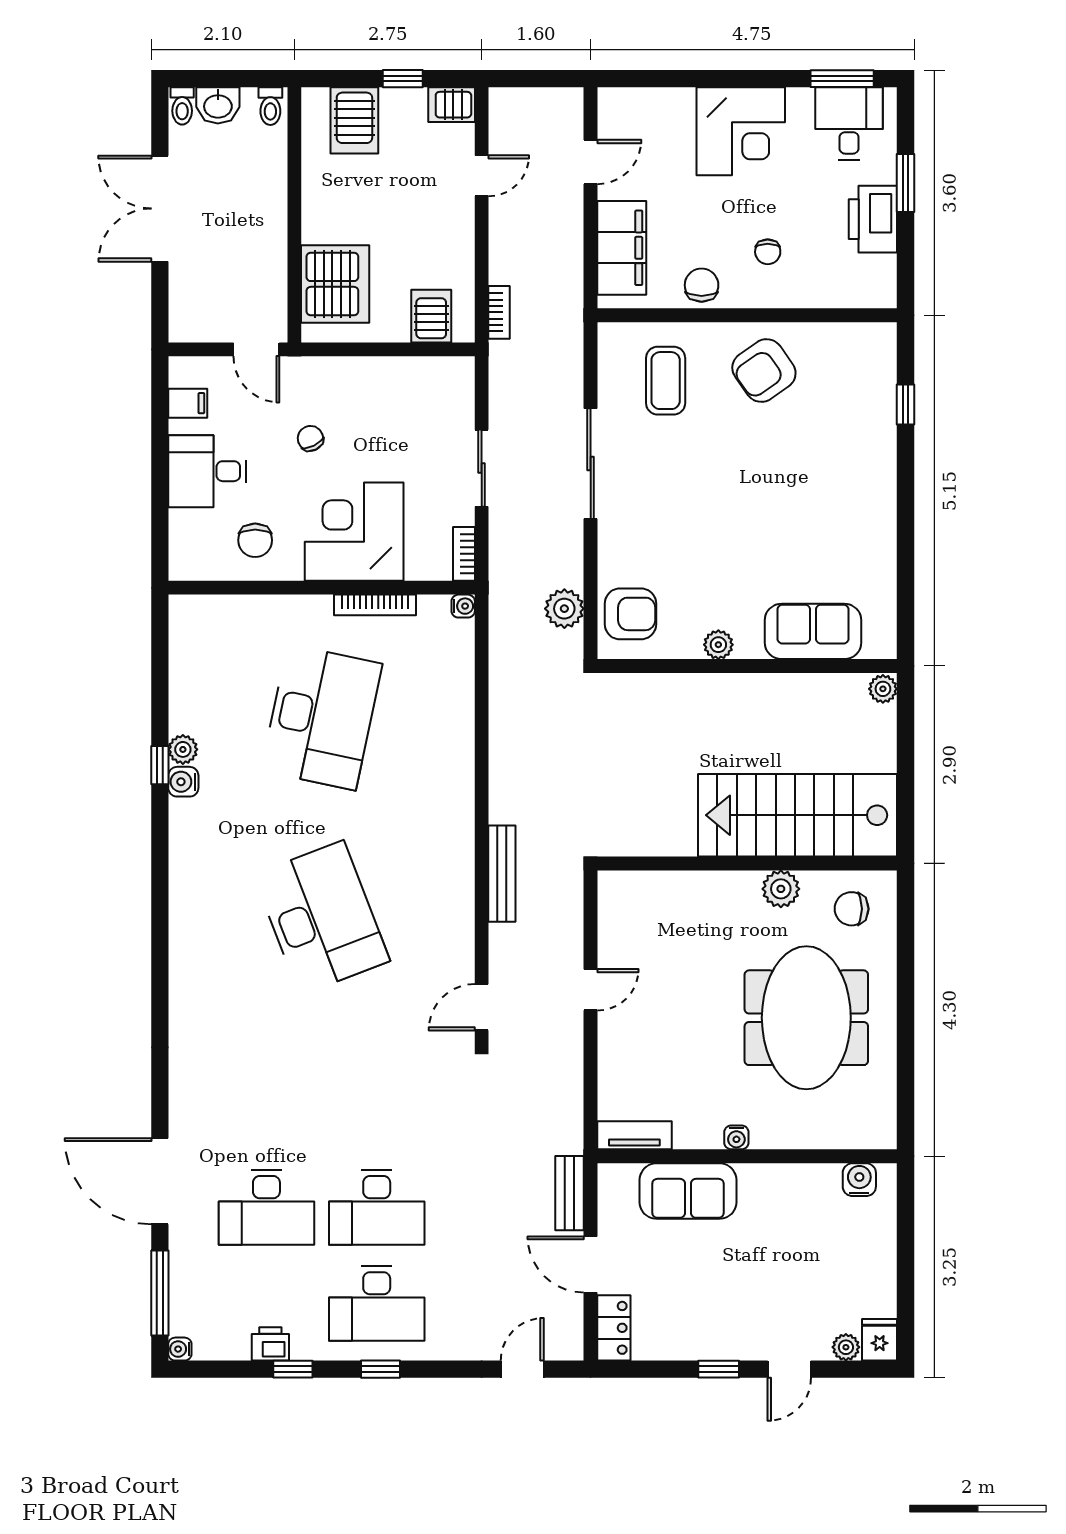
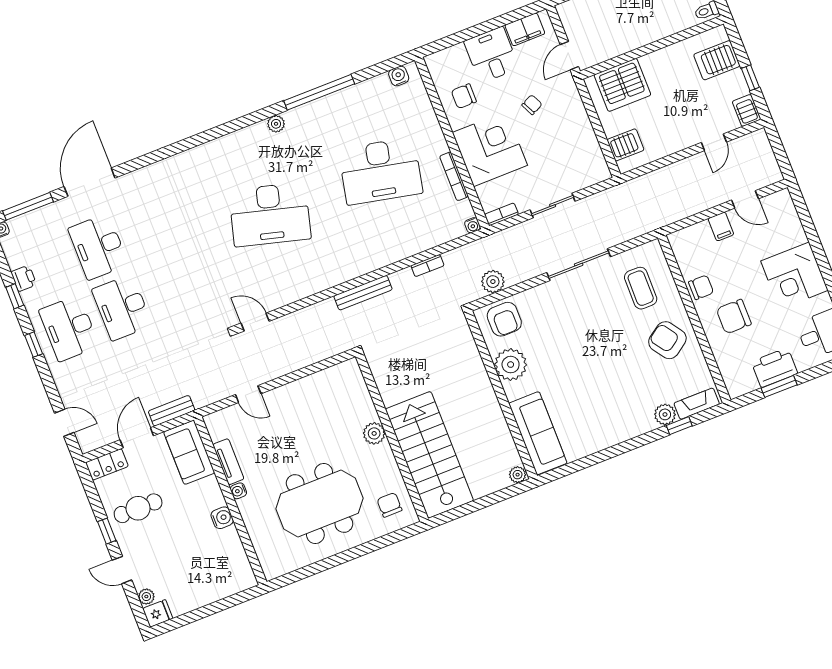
door: (482, 176) -> (714, 142), hinge flipped
window: (905, 183) -> (779, 386), moved
filing cabinet: (622, 248) -> (721, 226), width x0.33, depth x0.86
chair: (768, 252) -> (734, 317), width x1.87, depth x1.87
bookcase: (499, 312) -> (428, 266), moved
fireplace: (882, 364) -> (697, 404), added
coffee table: (666, 381) -> (641, 288), turned 90
filing cabinet: (188, 403) -> (525, 29), width x2.00
plant: (879, 420) -> (665, 414), added
sofa: (813, 631) -> (538, 433), width x1.36
plant: (718, 645) -> (511, 365), width x1.87, depth x1.87
plant: (183, 749) -> (276, 124), moved
window: (160, 765) -> (319, 92), width x3.17
water cooler: (183, 782) -> (399, 76), moved
bench: (502, 874) -> (363, 293), moved
plant: (781, 889) -> (374, 433), moved
desk: (322, 918) -> (270, 214), turned 36
door: (591, 990) -> (248, 394), moved
tv unit: (634, 1135) -> (228, 462), moved
water cooler: (859, 1180) -> (222, 518), moved
sofa: (688, 1191) -> (189, 452), moved
cafe table: (702, 1306) -> (138, 508), added

